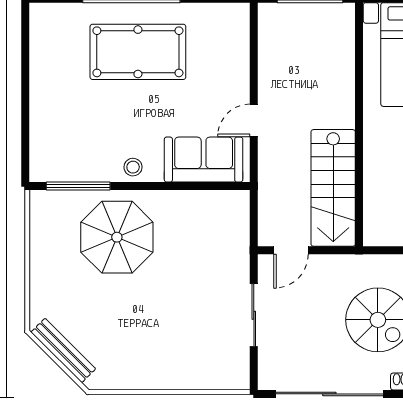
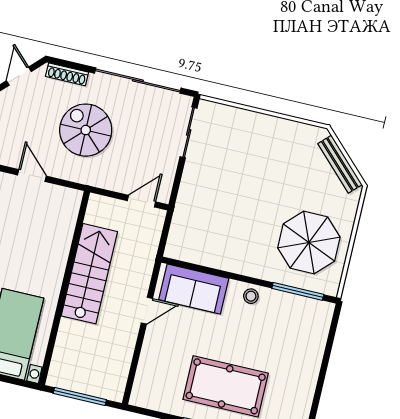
stairs: (333, 188) -> (89, 274), moved
parasol: (117, 237) -> (309, 243), moved
sliding door: (254, 315) -> (189, 132), moved

